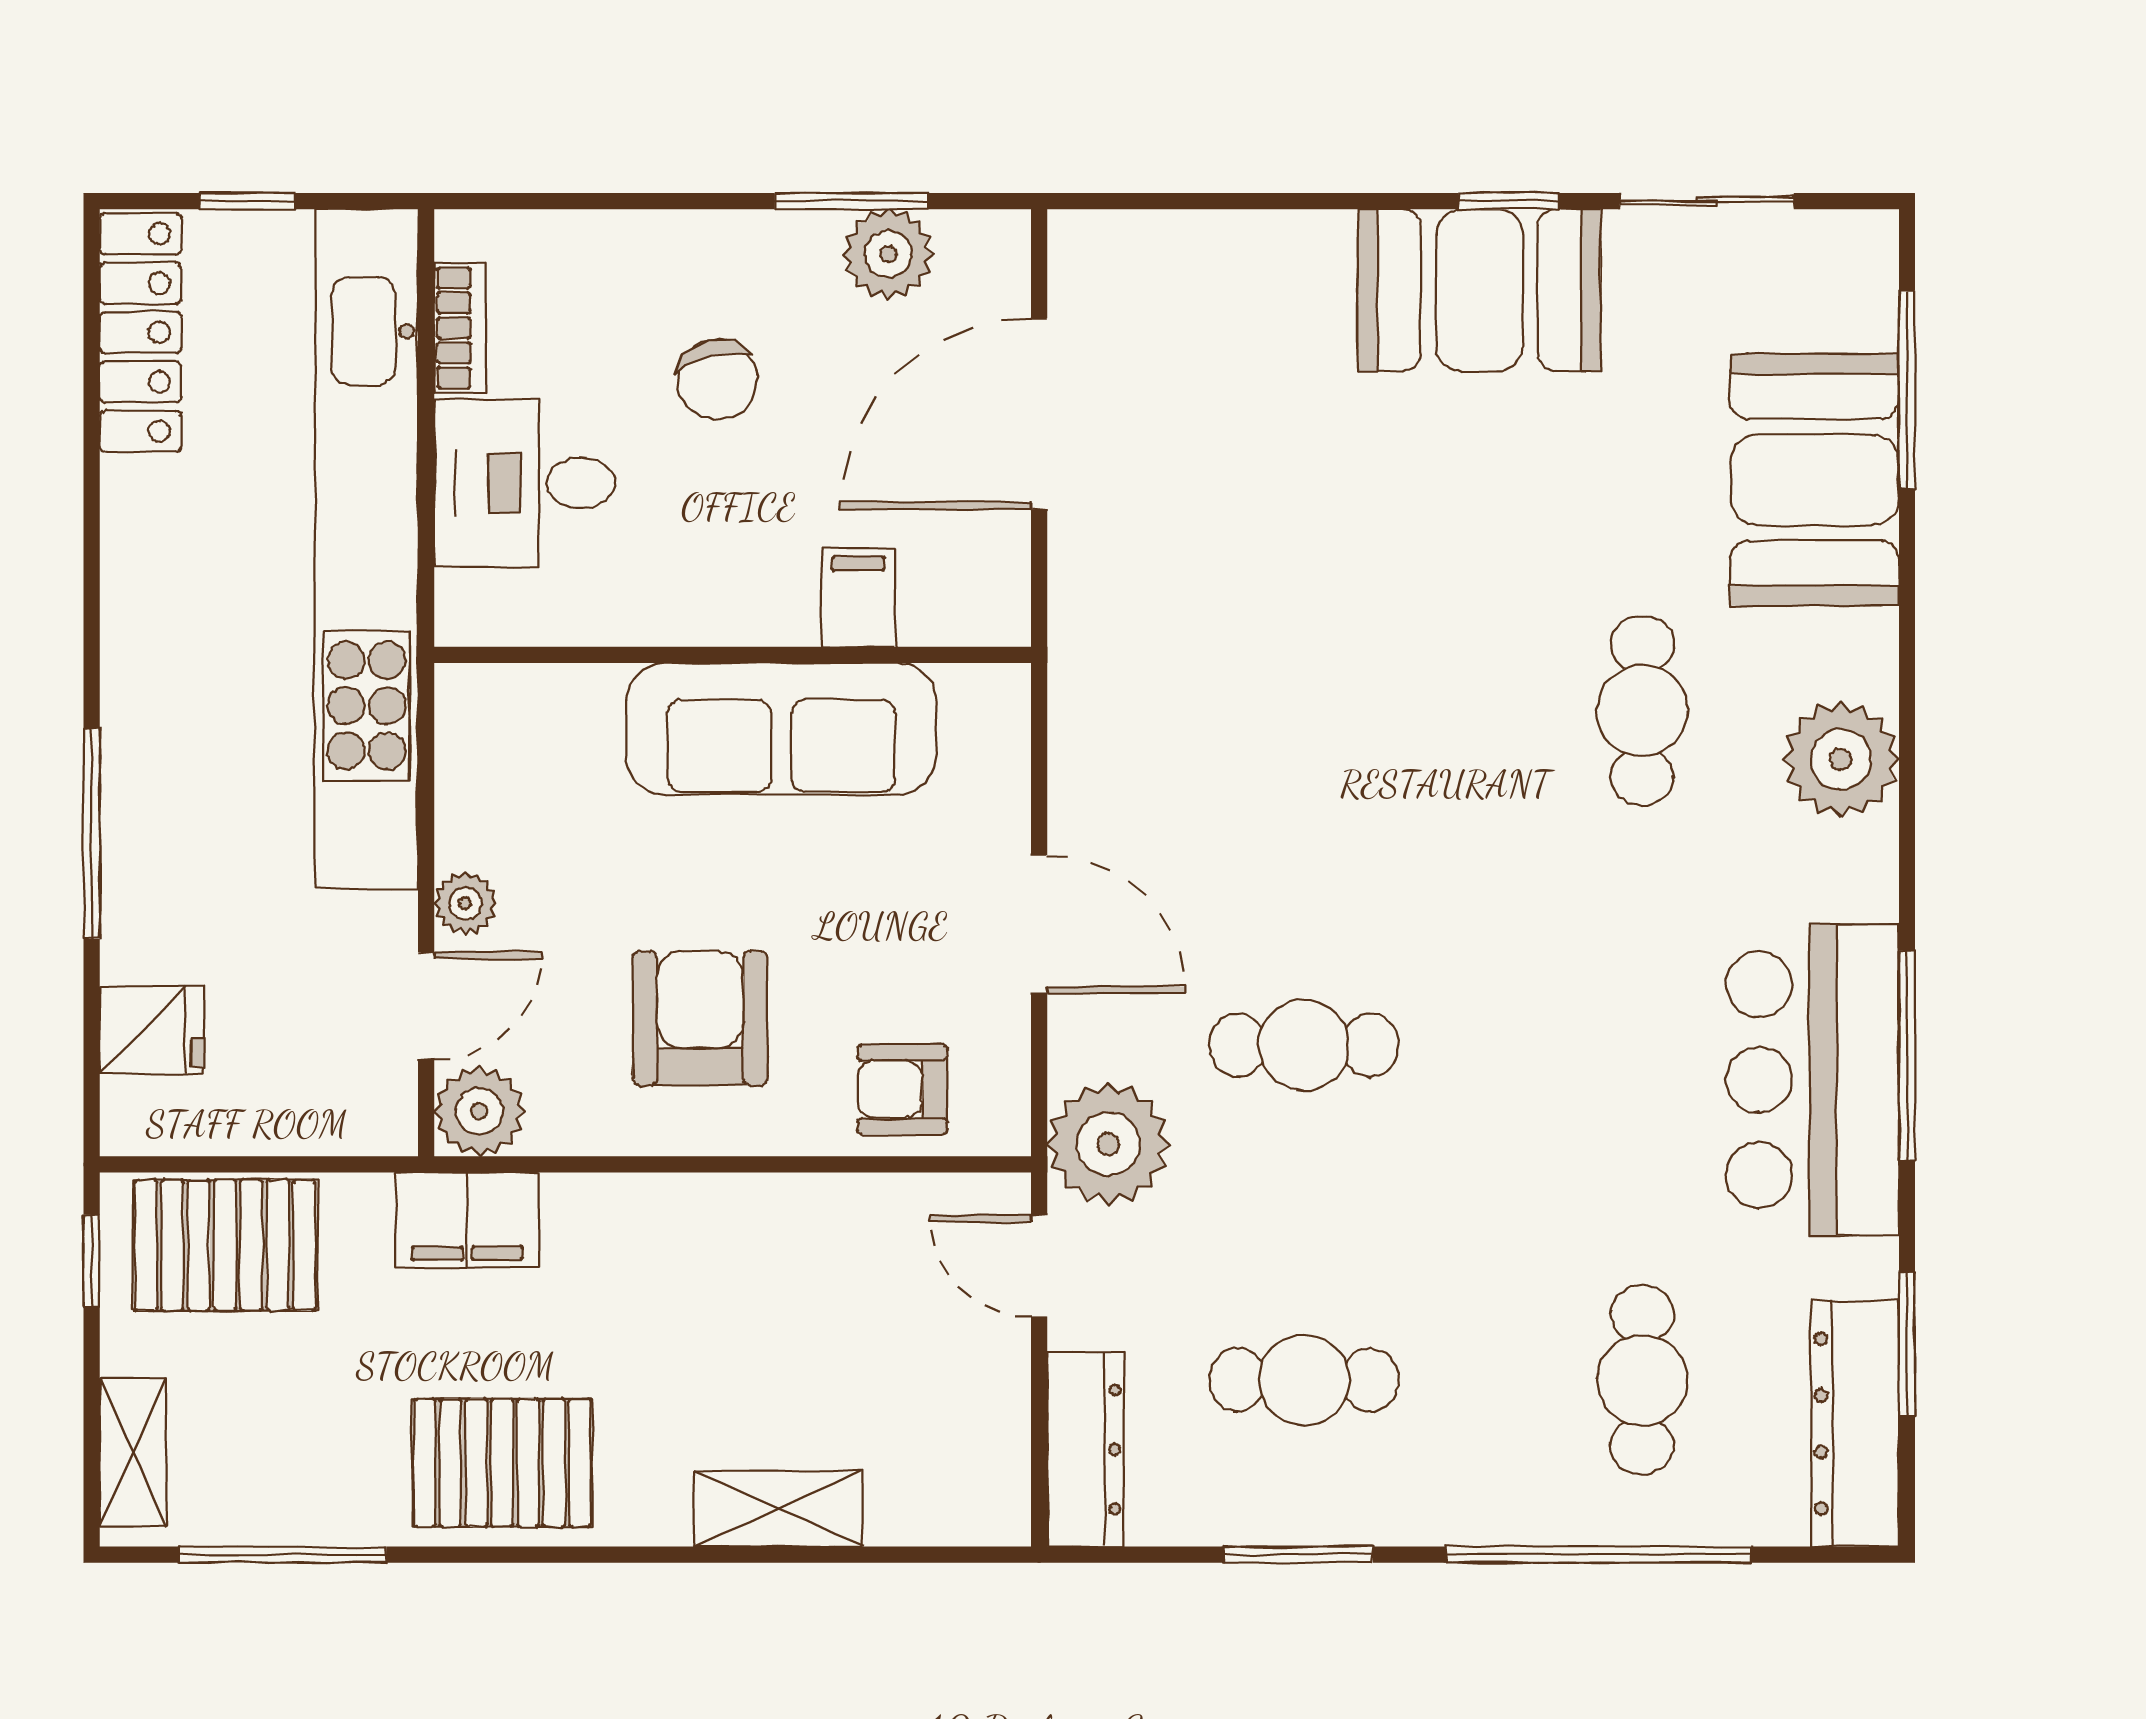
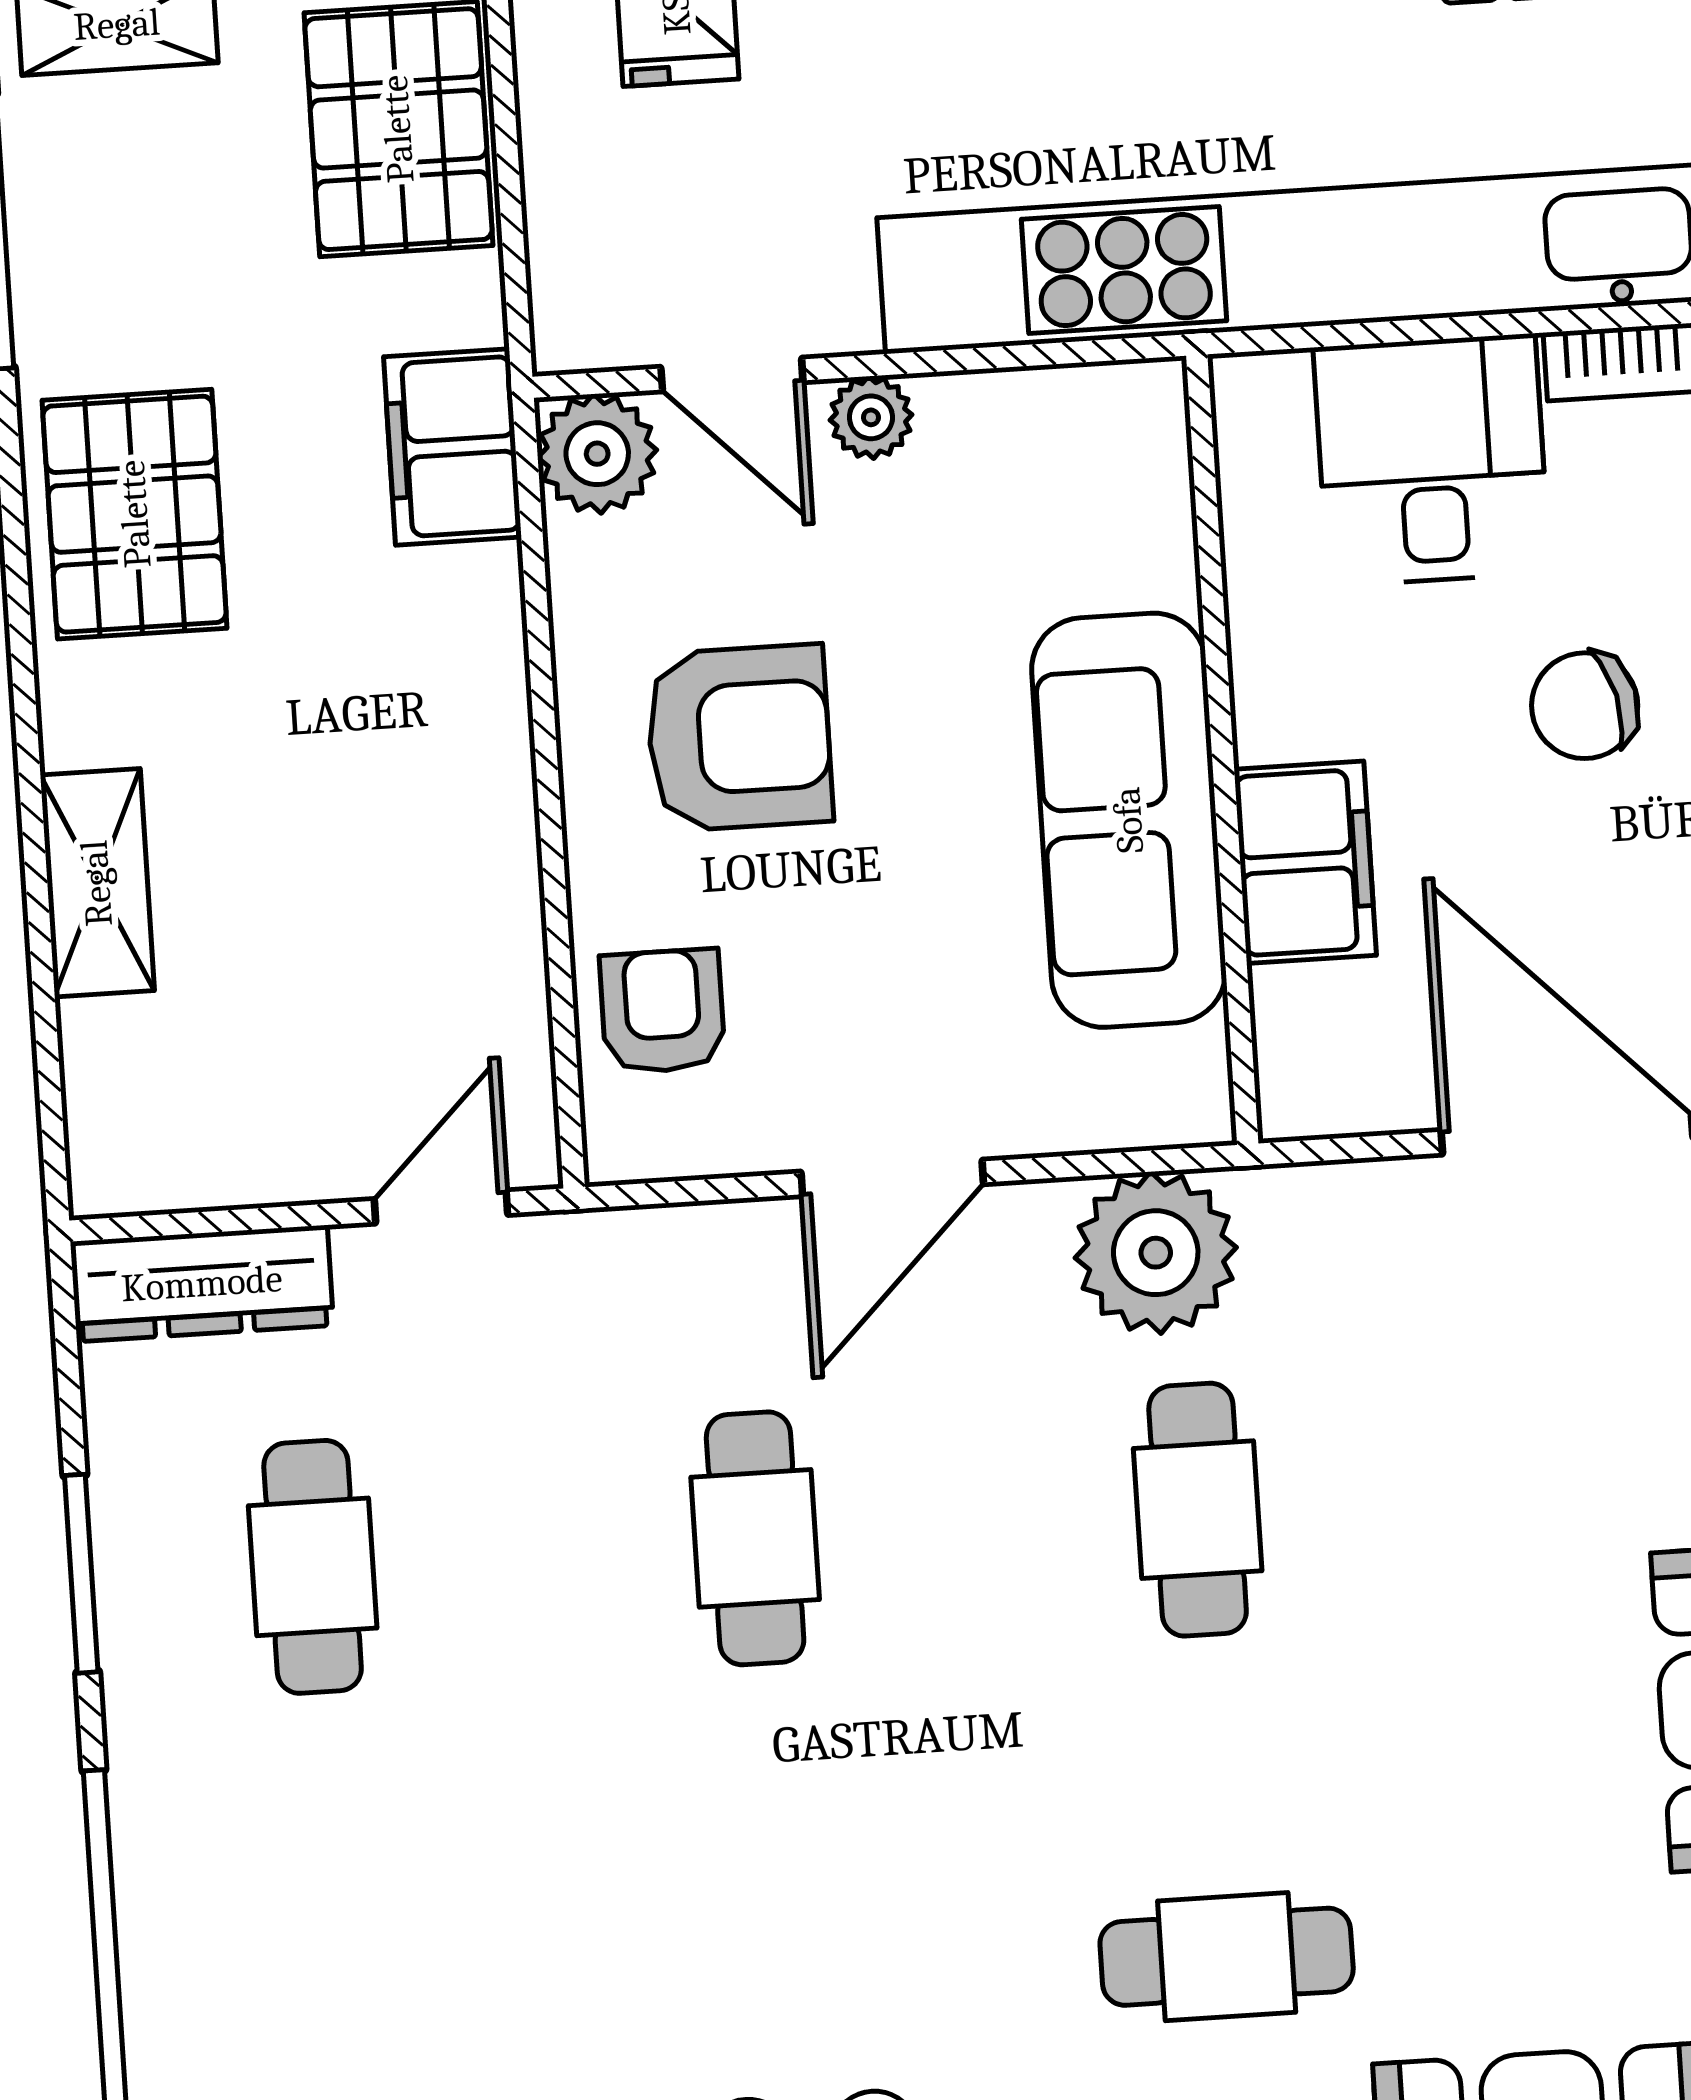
filing cabinet: (858, 598) -> (1305, 862), width x2.00
plant: (1108, 1144) -> (1156, 1253), moved
cafe table: (1642, 1380) -> (1198, 1510), moved, turned 90

